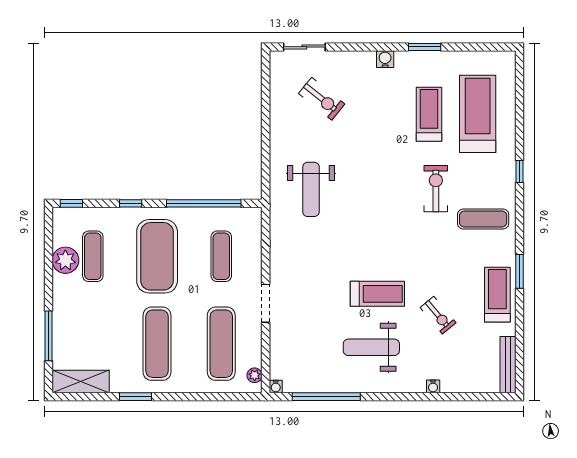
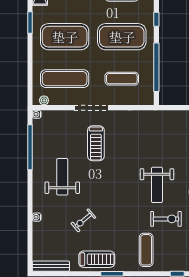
weight bench: (311, 189) -> (157, 185), moved, turned -90
treadmill: (377, 294) -> (96, 143), moved
doorway: (266, 303) -> (91, 108), width x1.36
exercise mat: (157, 344) -> (65, 37), width x1.47

